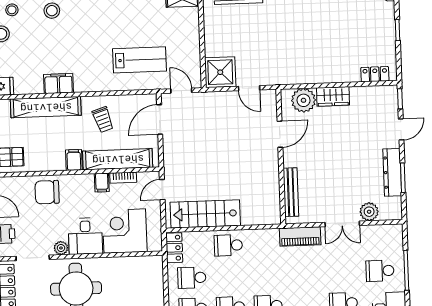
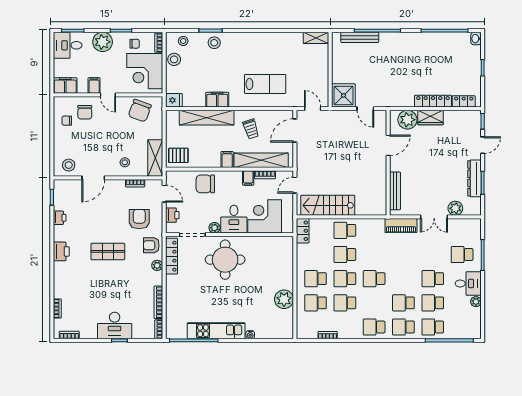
lab bench: (140, 60) -> (265, 84), moved
locker: (335, 75) -> (433, 101), added
school desk: (192, 278) -> (345, 255), moved

